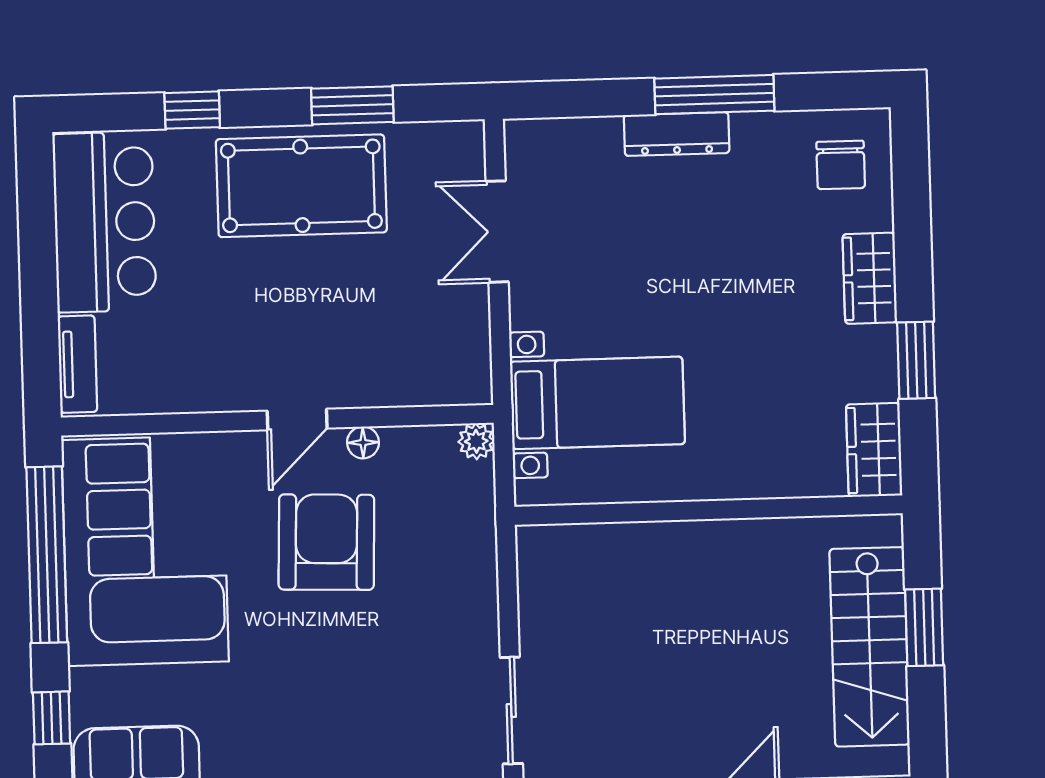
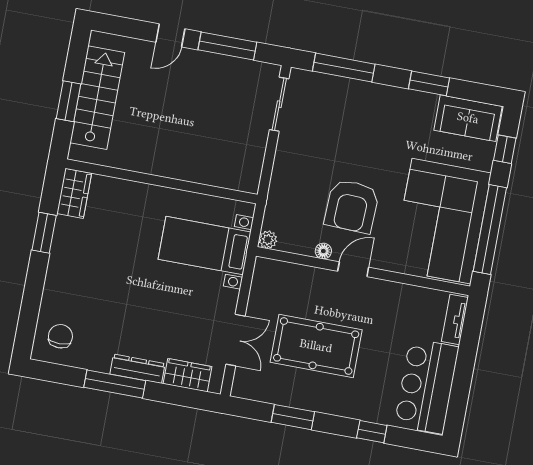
pool table: (301, 186) -> (316, 346), moved
wardrobe: (870, 278) -> (187, 375), moved, turned -90

